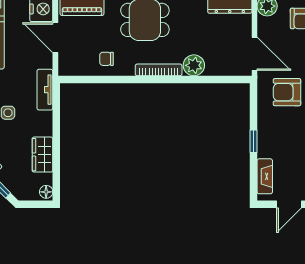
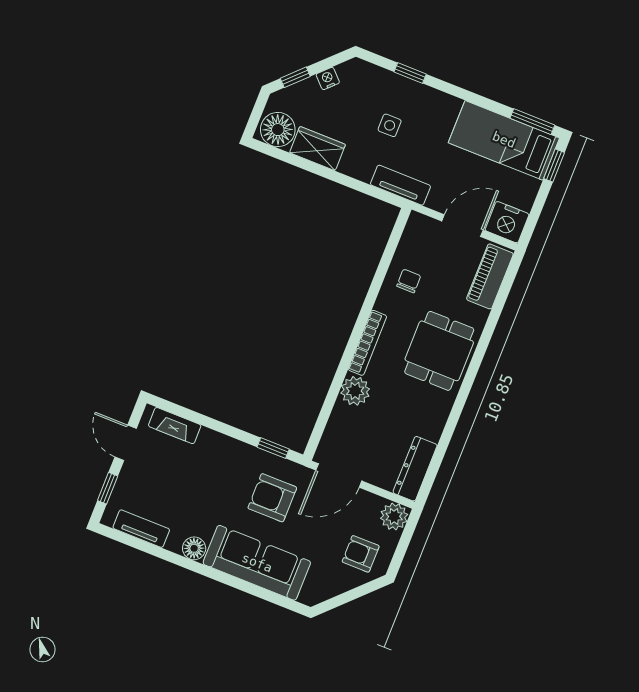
armchair: (287, 92) -> (272, 498), turned -90
window: (254, 141) -> (273, 448), moved
floor lamp: (46, 192) -> (278, 130), width x1.89, depth x1.89

